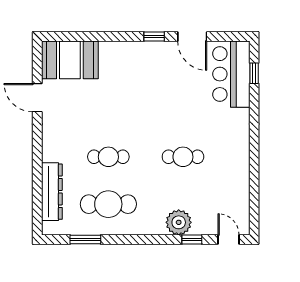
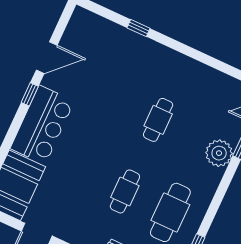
window: (254, 73) -> (139, 28), moved
bar counter: (231, 74) -> (42, 125), moved, turned -90

